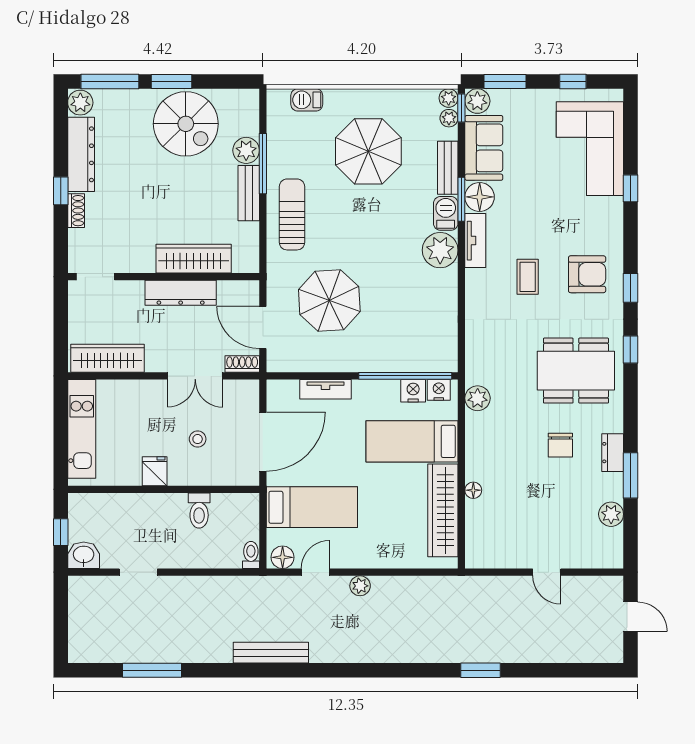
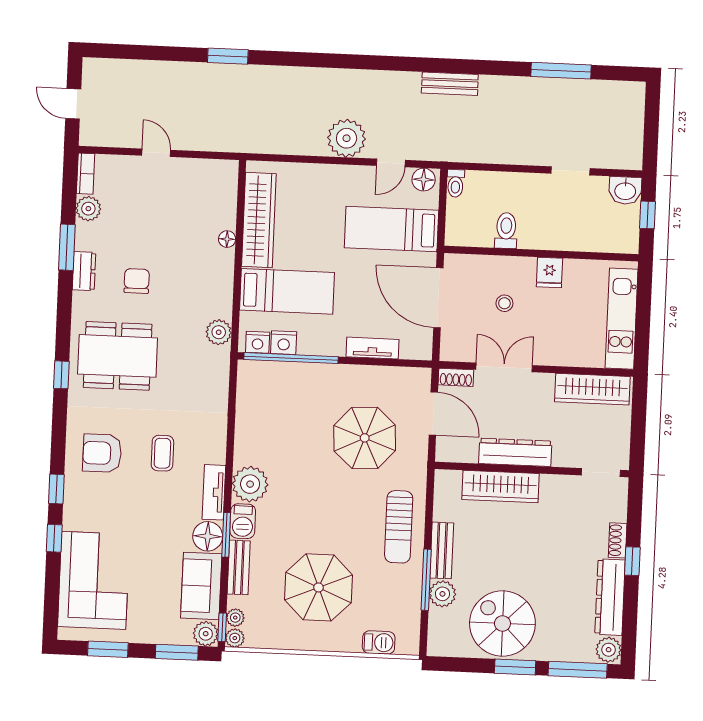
window: (573, 82) -> (108, 649), width x1.50
window: (630, 288) -> (56, 489), moved
door: (263, 442) -> (438, 298), hinge flipped
bookcase: (615, 549) -> (86, 174), added
plant: (360, 586) -> (347, 138), width x1.88, depth x1.88
bench: (271, 653) -> (450, 84), width x0.73

